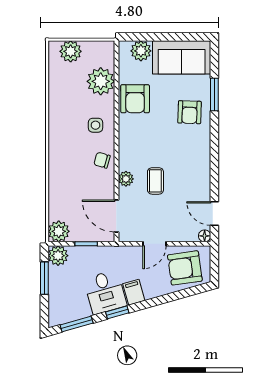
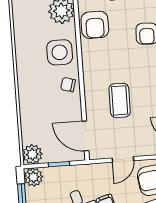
side table: (96, 125) -> (60, 52), width x1.87, depth x1.87
plant: (126, 179) -> (92, 100), removed
coffee table: (155, 181) -> (120, 100), width x1.36, depth x1.30

